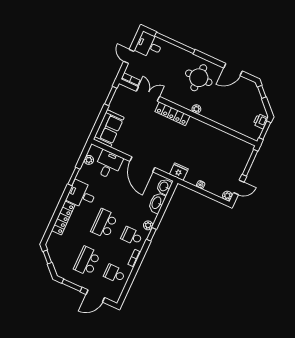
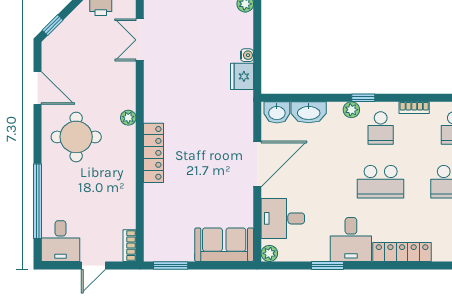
double door: (148, 94) -> (140, 40), moved
plant: (89, 160) -> (269, 253), moved
fridge: (179, 172) -> (242, 76), moved

